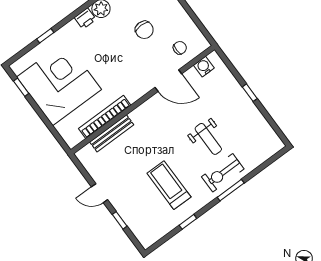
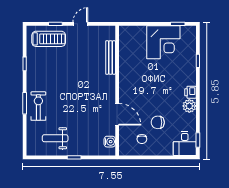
chair: (180, 48) -> (142, 139), moved
door: (168, 81) -> (117, 114), swing flipped
corner desk: (59, 83) -> (163, 42), width x0.74, depth x0.74
bookcase: (105, 117) -> (123, 61), removed
weight bench: (208, 139) -> (55, 138), moved
treadmill: (169, 185) -> (49, 39), moved

